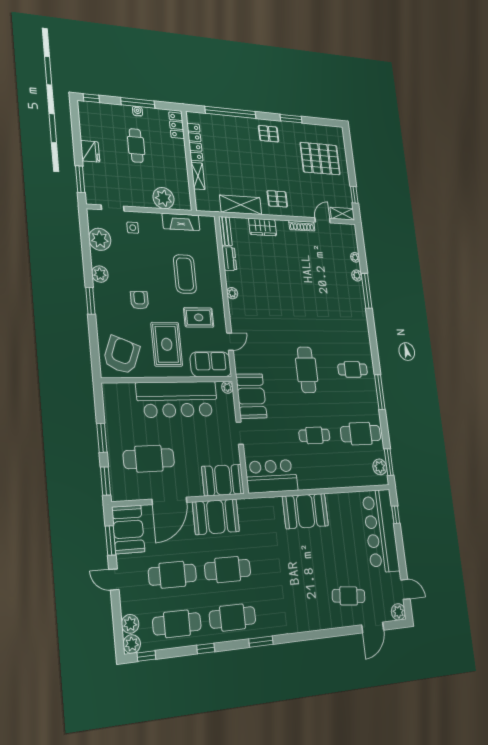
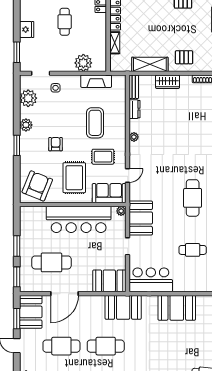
booth: (216, 517) -> (123, 307), moved

